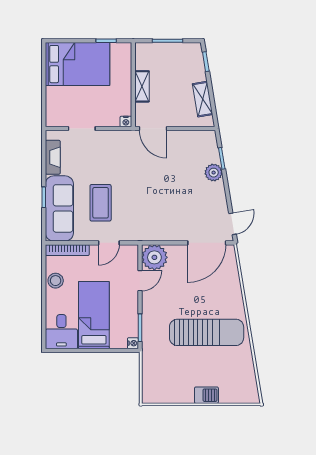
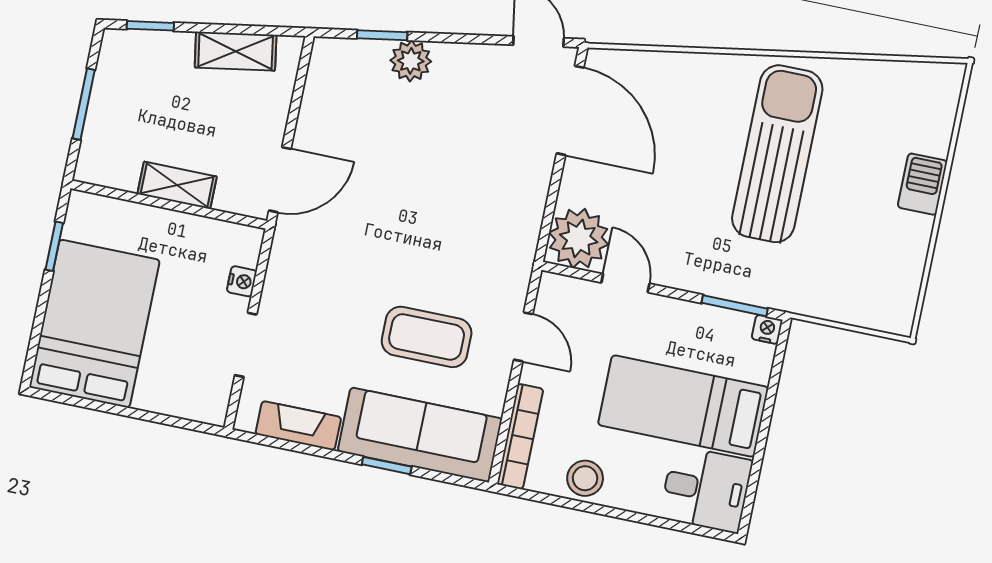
nightstand: (126, 121) -> (242, 281), moved

